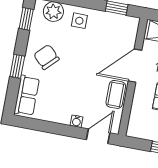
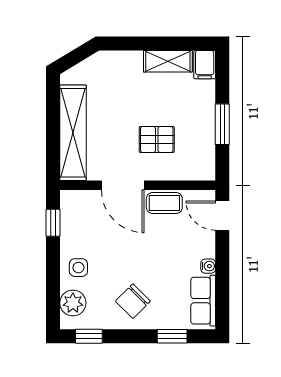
window: (17, 66) -> (172, 336), moved
row of seats: (27, 96) -> (203, 301), moved, turned -90
water cooler: (77, 121) -> (208, 266), moved

